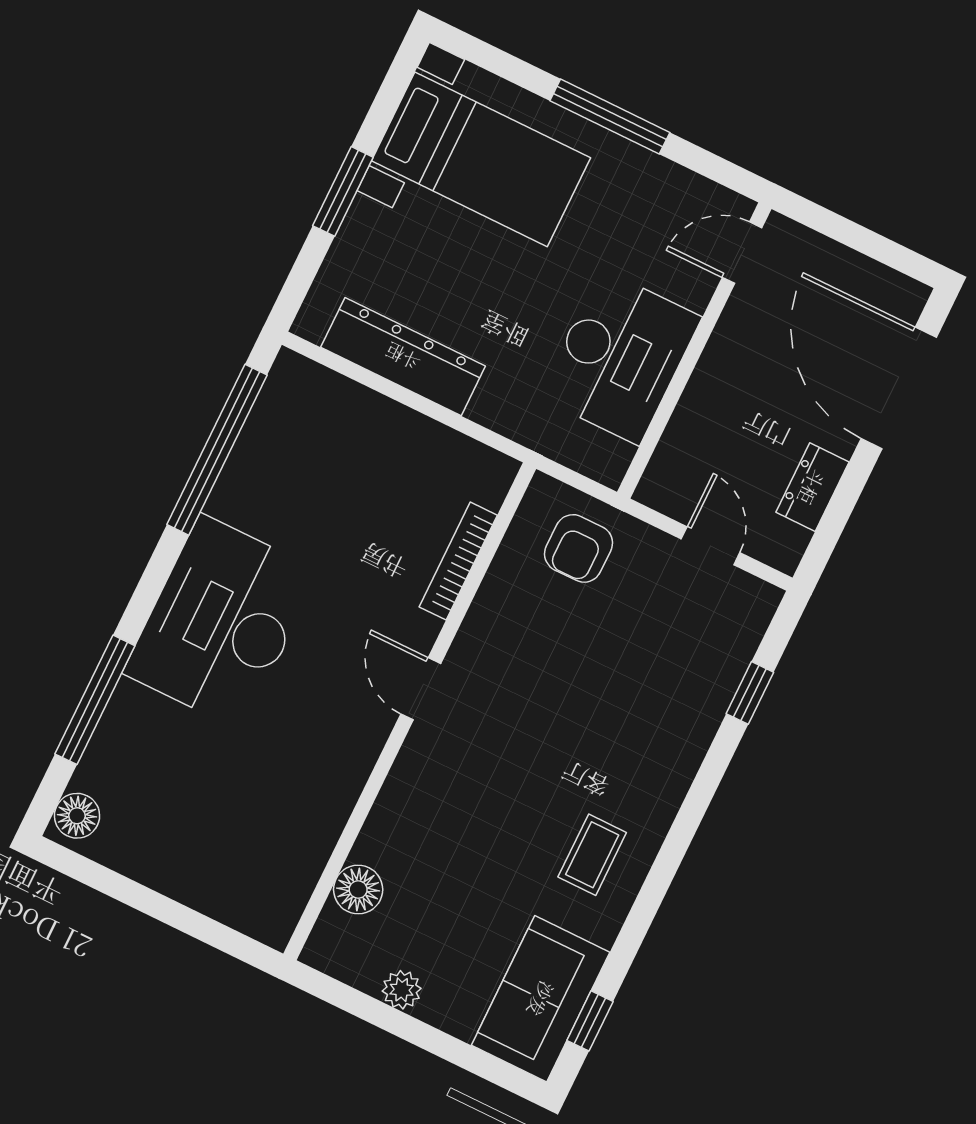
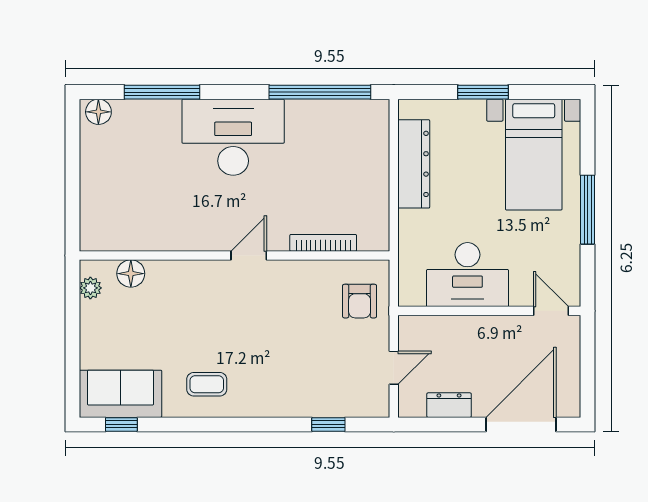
armchair: (579, 548) -> (360, 301), turned -90
plant: (402, 990) -> (90, 288), moved

